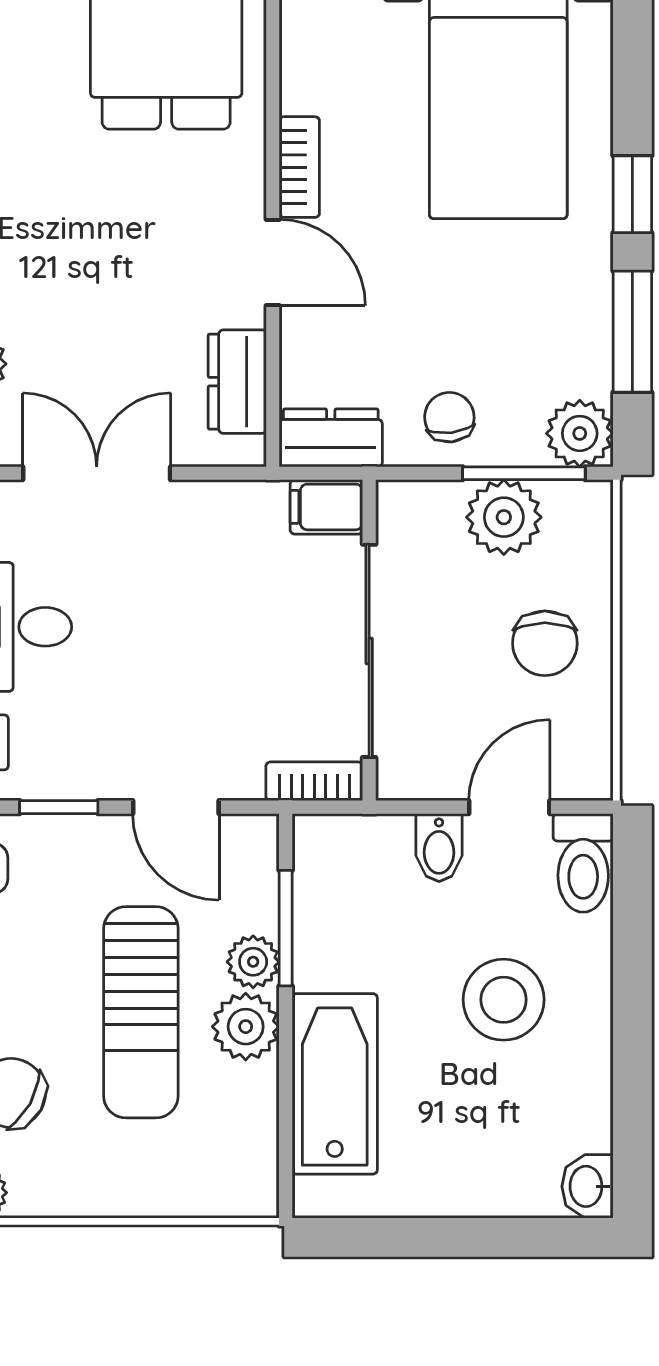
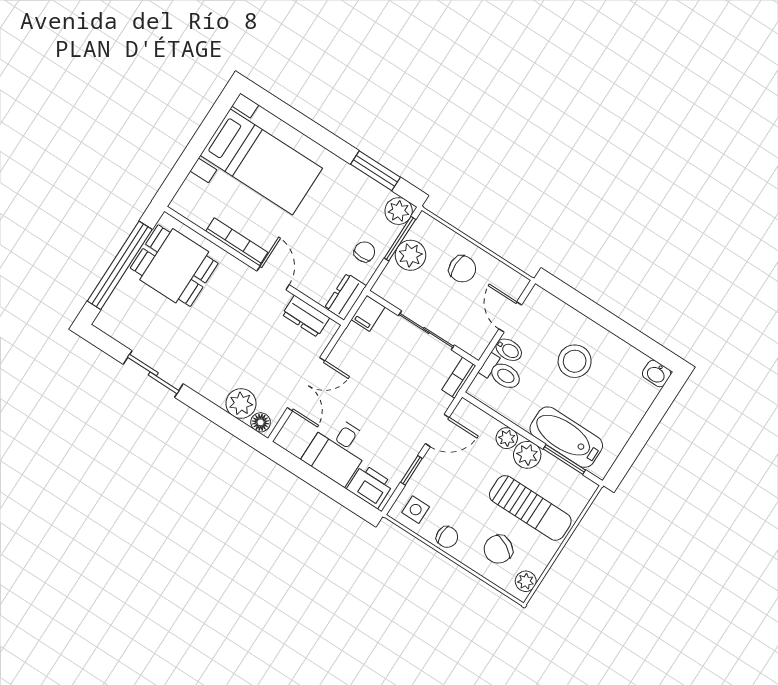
bookcase: (299, 167) -> (237, 242), width x1.56
window: (632, 194) -> (329, 141), removed
door: (273, 262) -> (273, 278), hinge flipped
chair: (449, 417) -> (364, 252), turned 97
double door: (97, 473) -> (306, 384), swing flipped
sliding door: (369, 651) -> (426, 330), width x0.73
toilet: (583, 863) -> (501, 373), moved
window: (286, 928) -> (564, 459), moved
sun lounger: (141, 1012) -> (530, 508), moved

